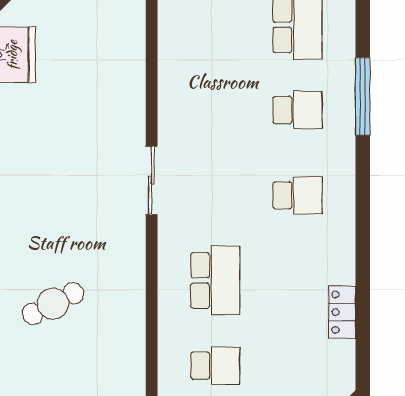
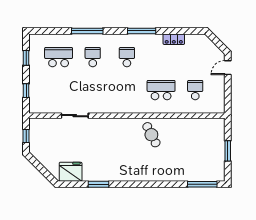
sliding door: (152, 180) -> (75, 116), moved
window: (363, 232) -> (142, 31), added
cafe table: (53, 304) -> (151, 135), moved

